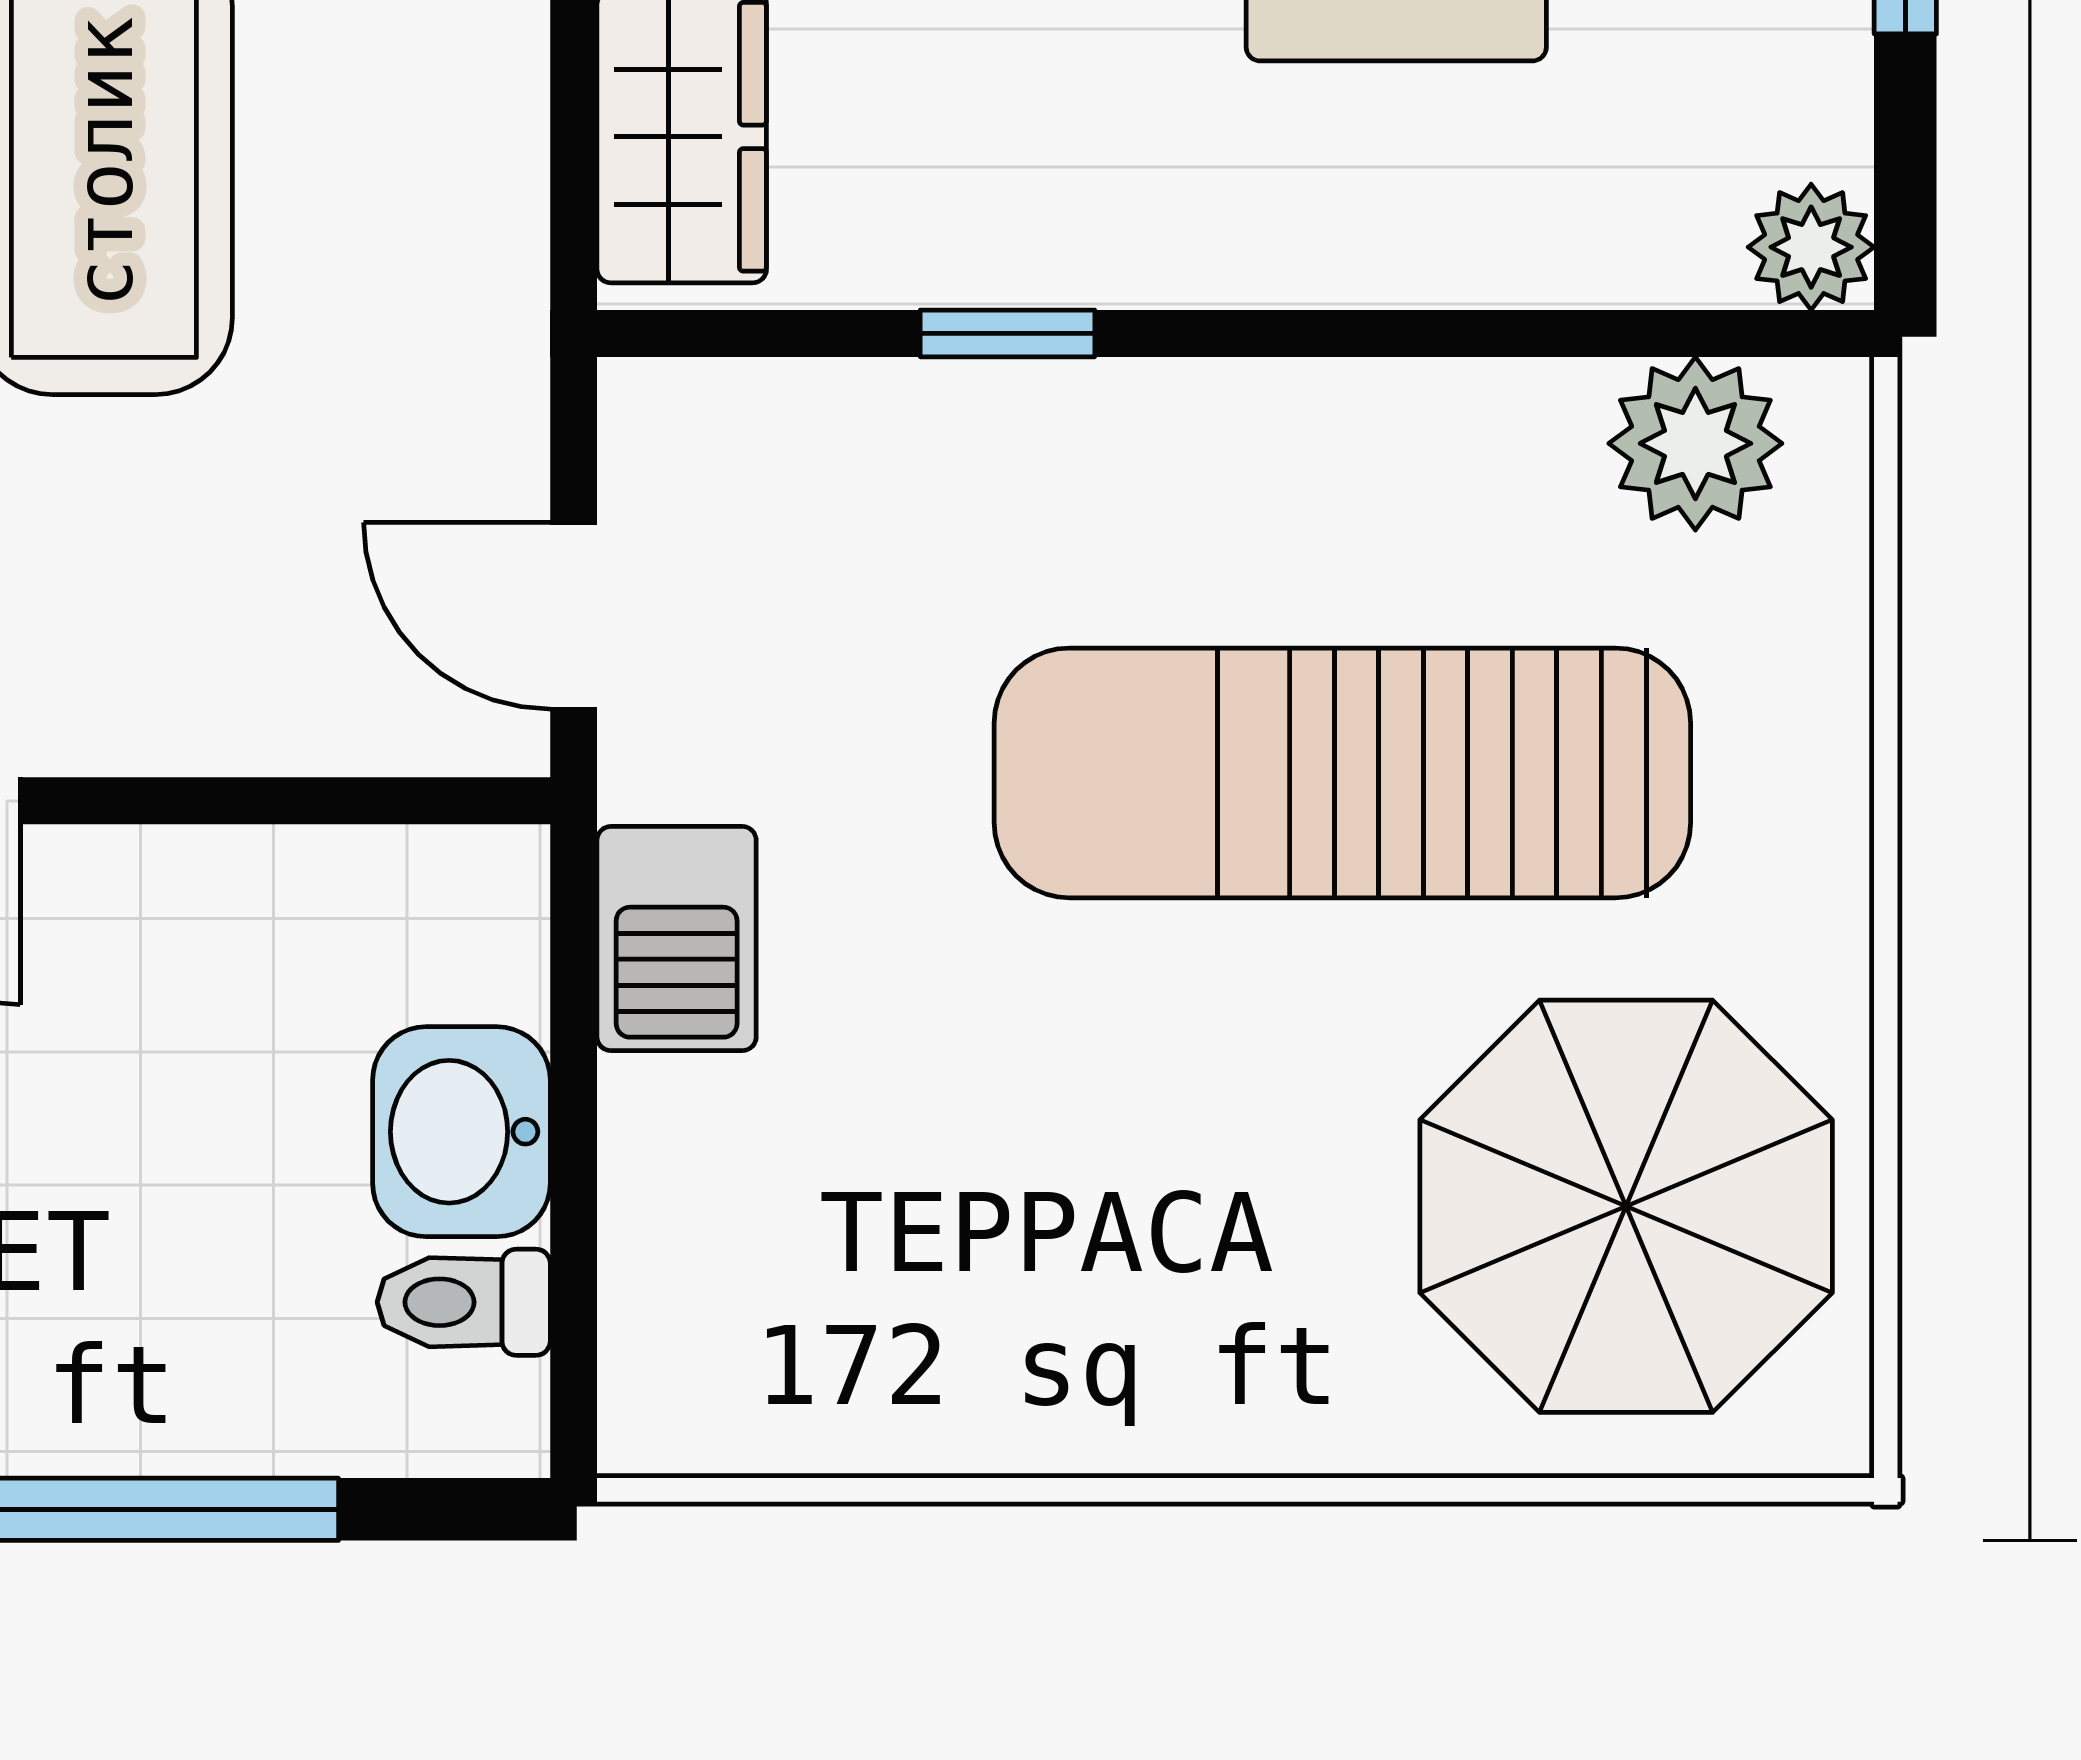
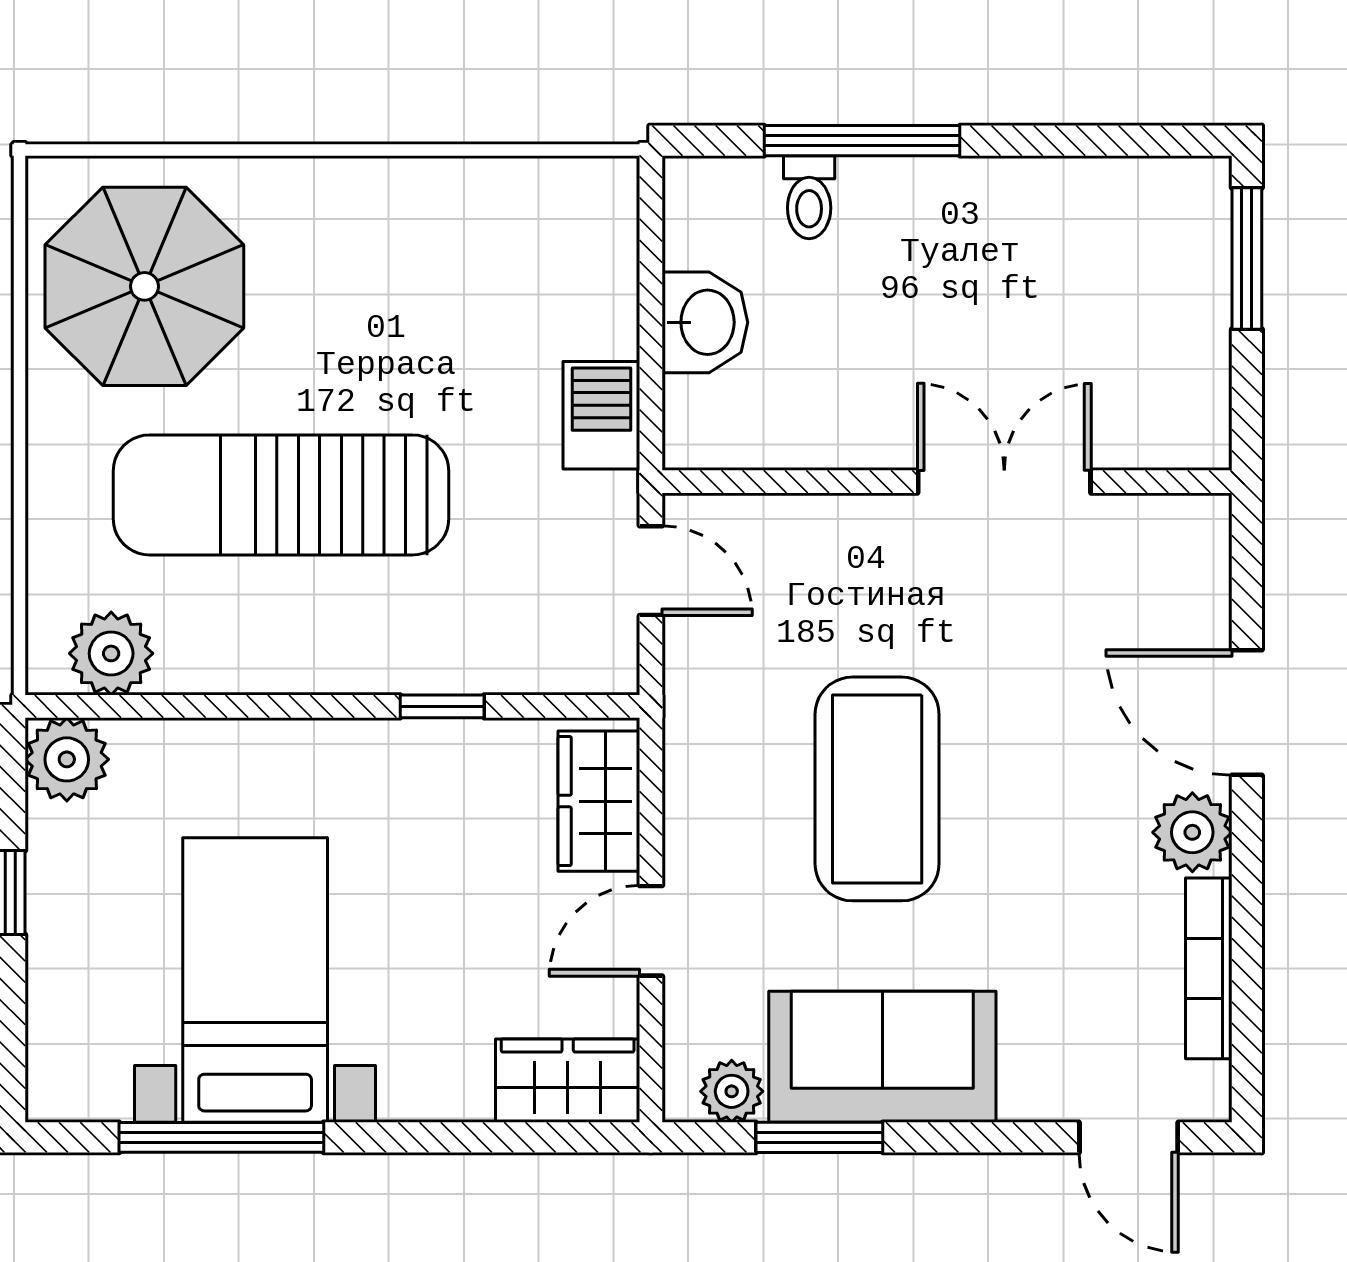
plant: (1811, 247) -> (67, 759), width x1.38, depth x1.38
sun lounger: (1342, 773) -> (281, 495), turned 180
toilet: (464, 1302) -> (809, 197), moved, turned 90

